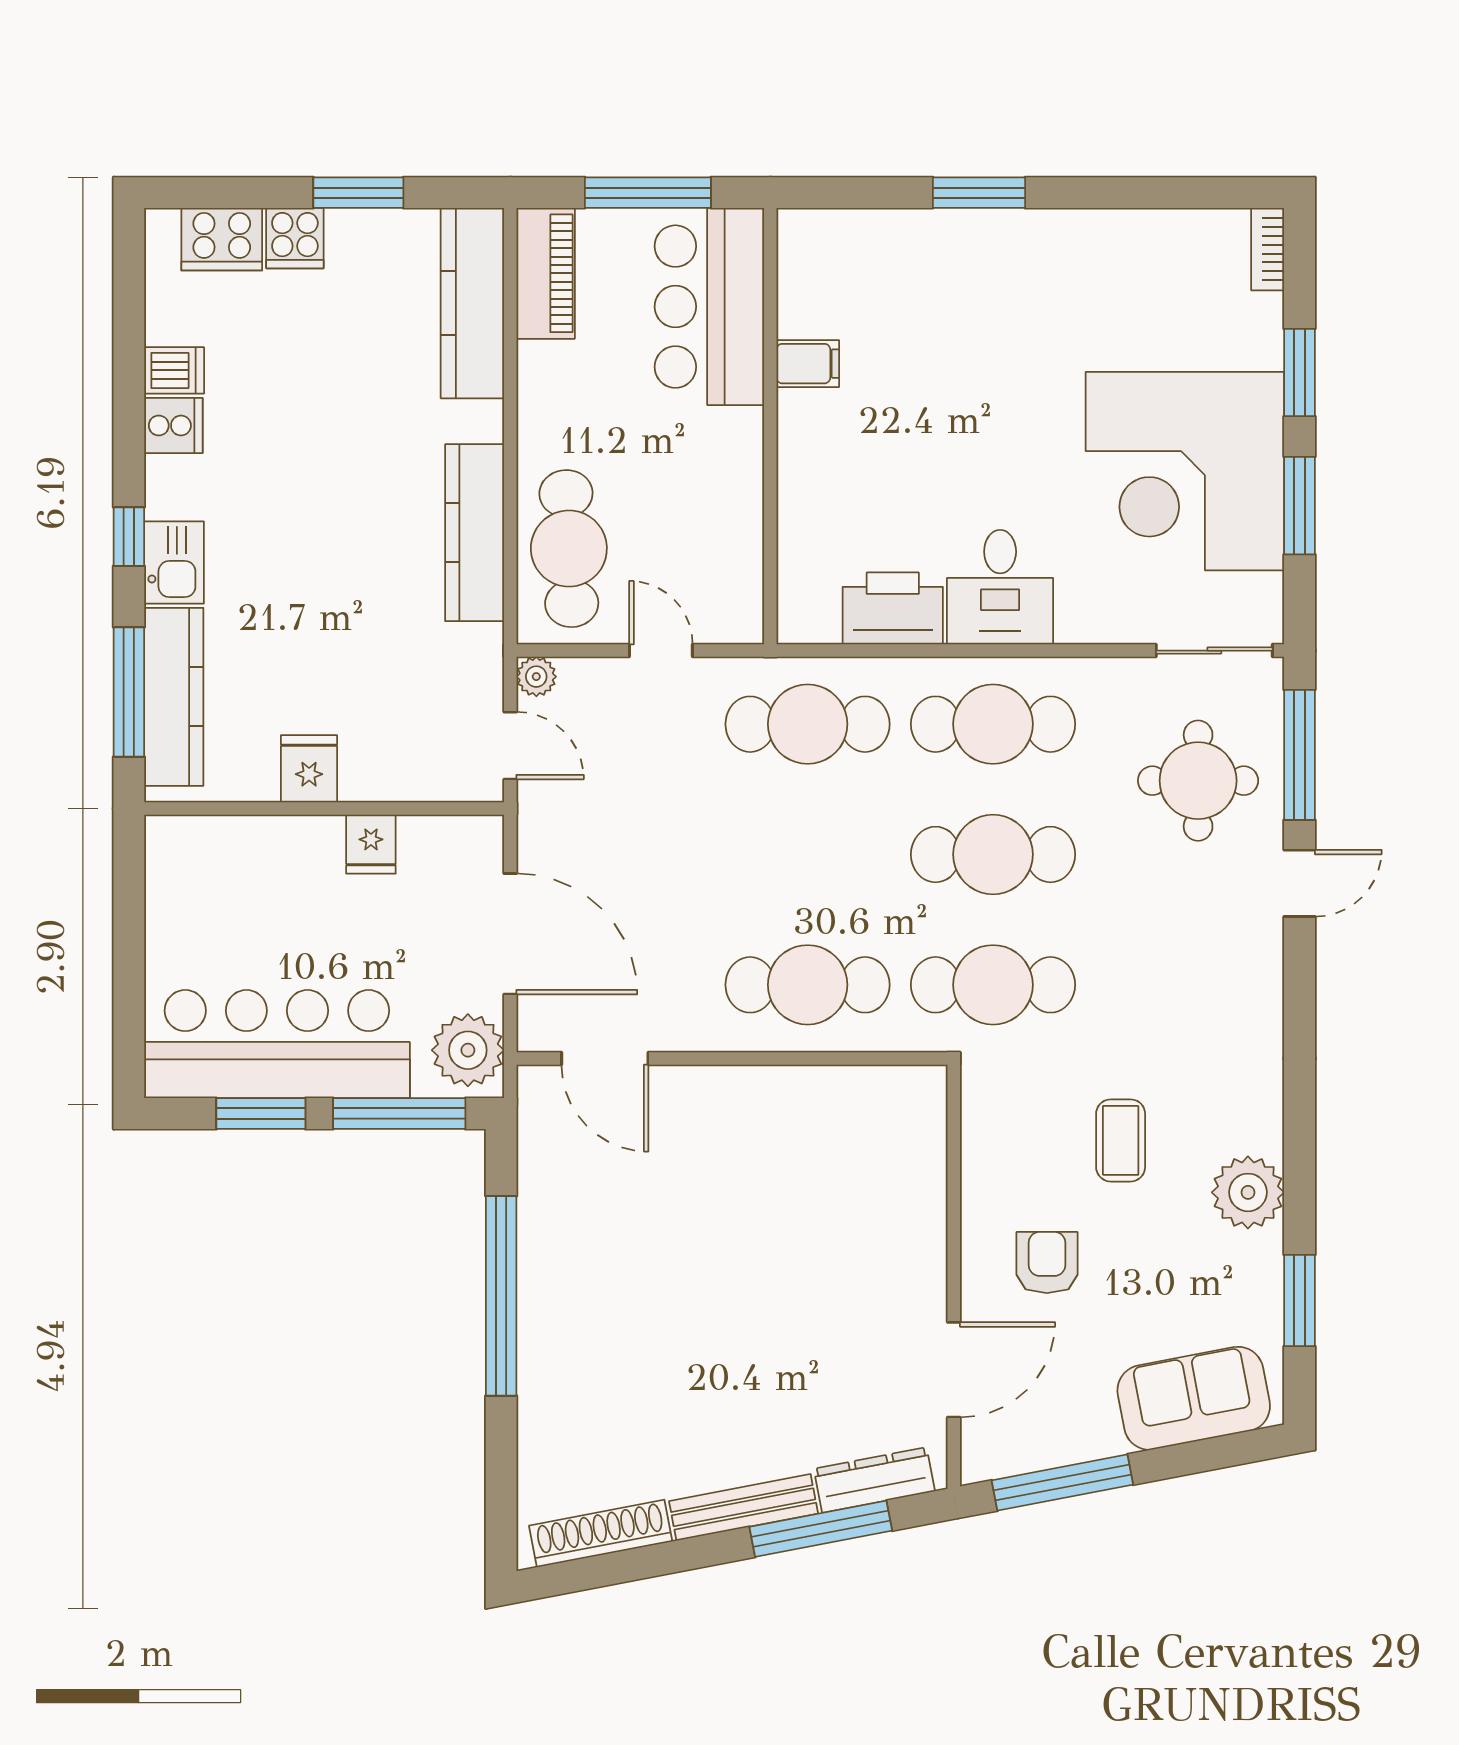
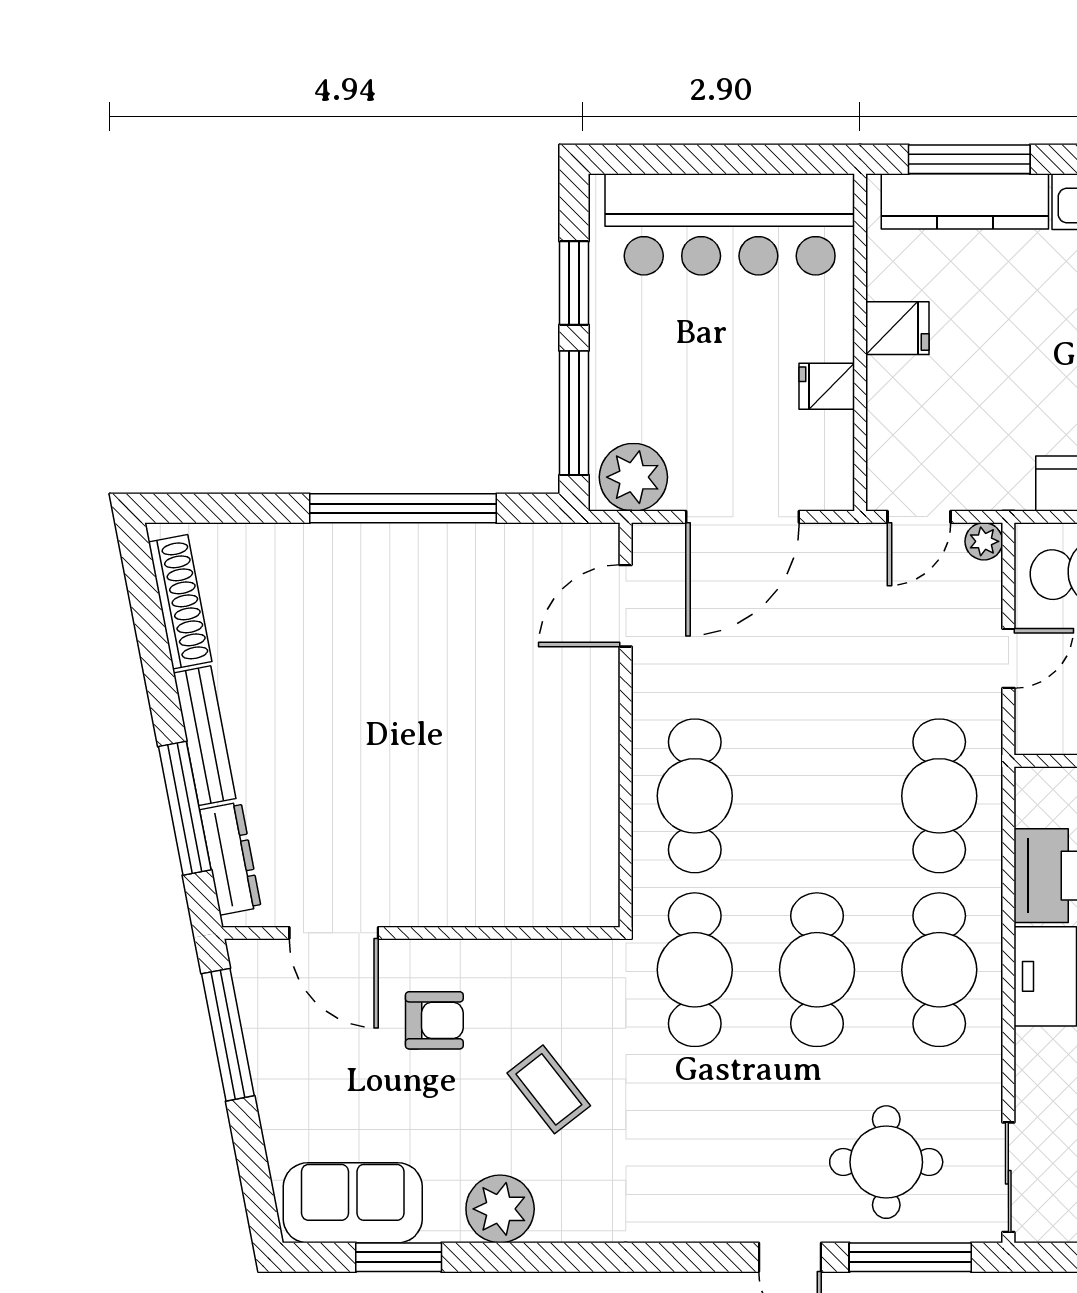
bar counter: (277, 1044) -> (730, 224), moved, turned 90
coffee table: (1121, 1140) -> (549, 1089), turned 52
sofa: (1194, 1398) -> (353, 1203), moved, turned -79

